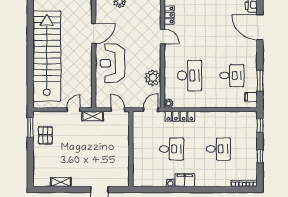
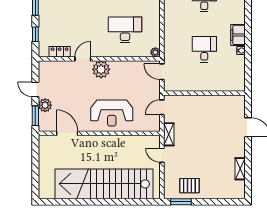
door: (94, 34) -> (67, 133), moved
plant: (153, 78) -> (101, 69), moved
locker: (180, 116) -> (169, 40), removed

